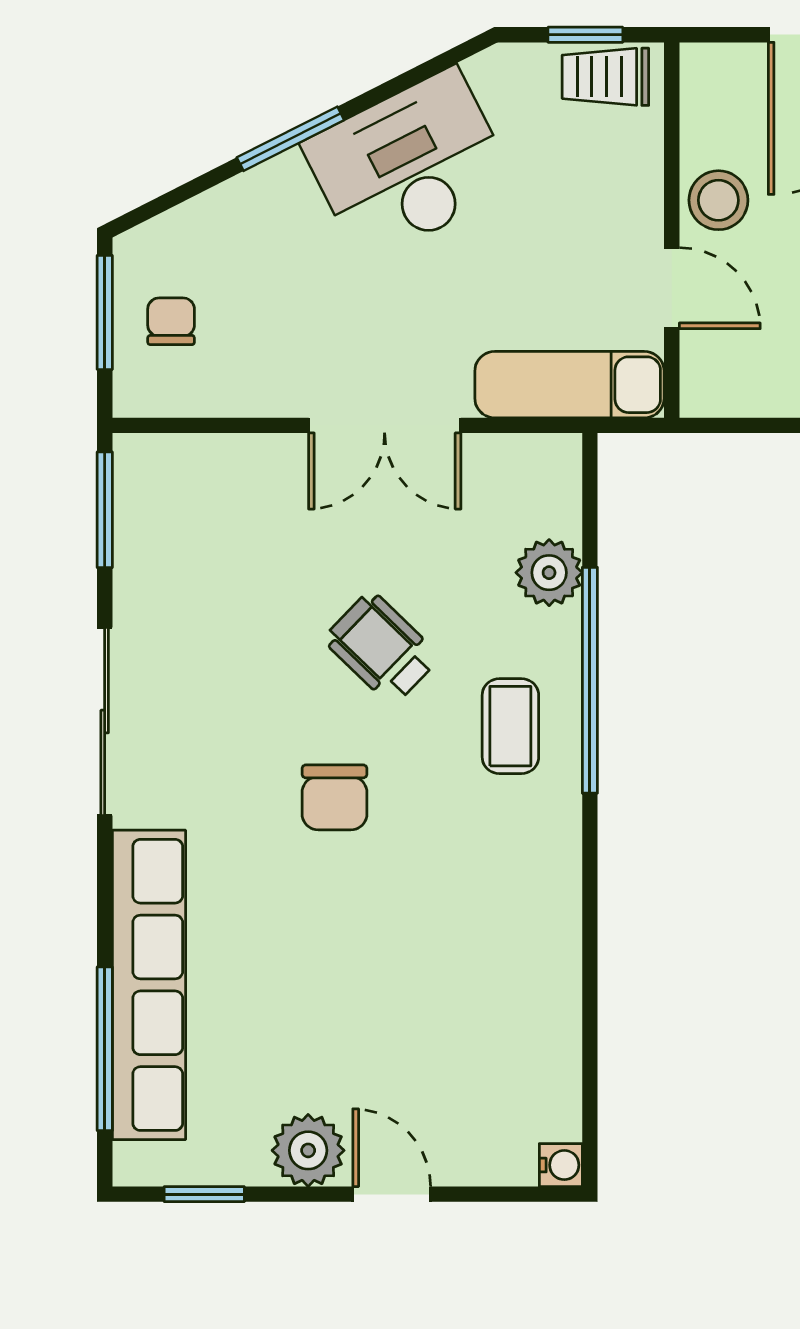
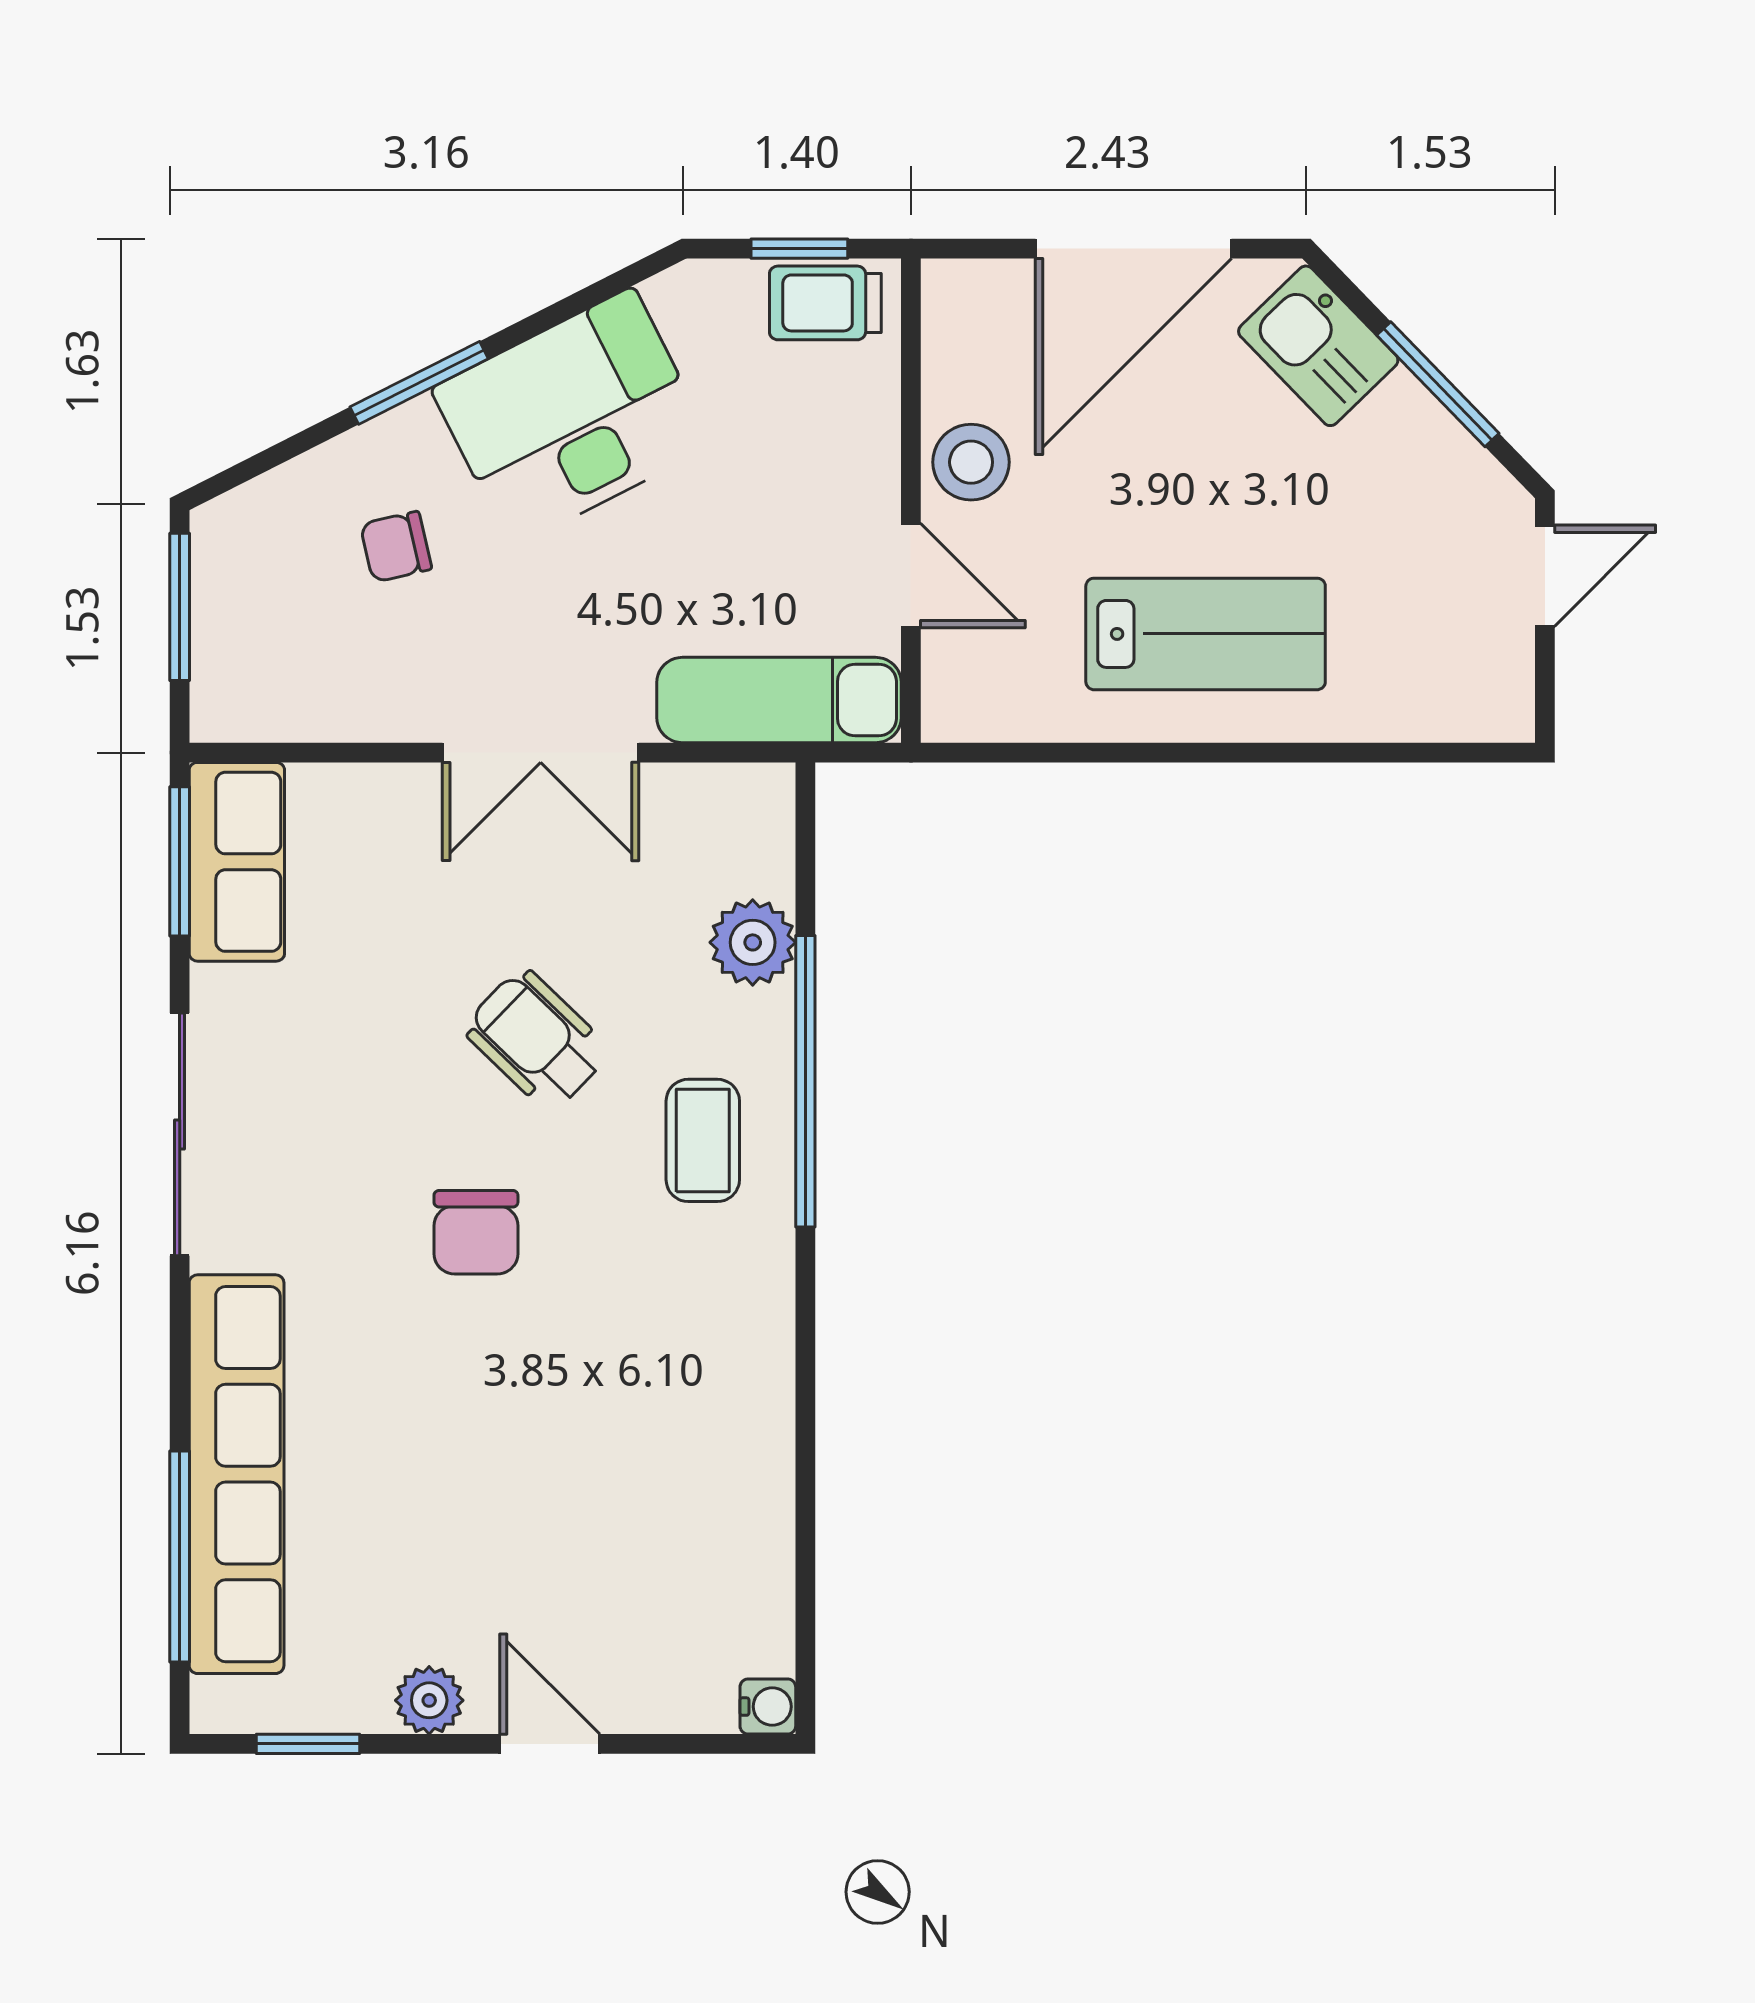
chair: (171, 321) -> (396, 547), moved, turned -103
row of seats: (149, 510) -> (237, 862), added
plant: (308, 1150) -> (429, 1700), width x0.73, depth x0.73

